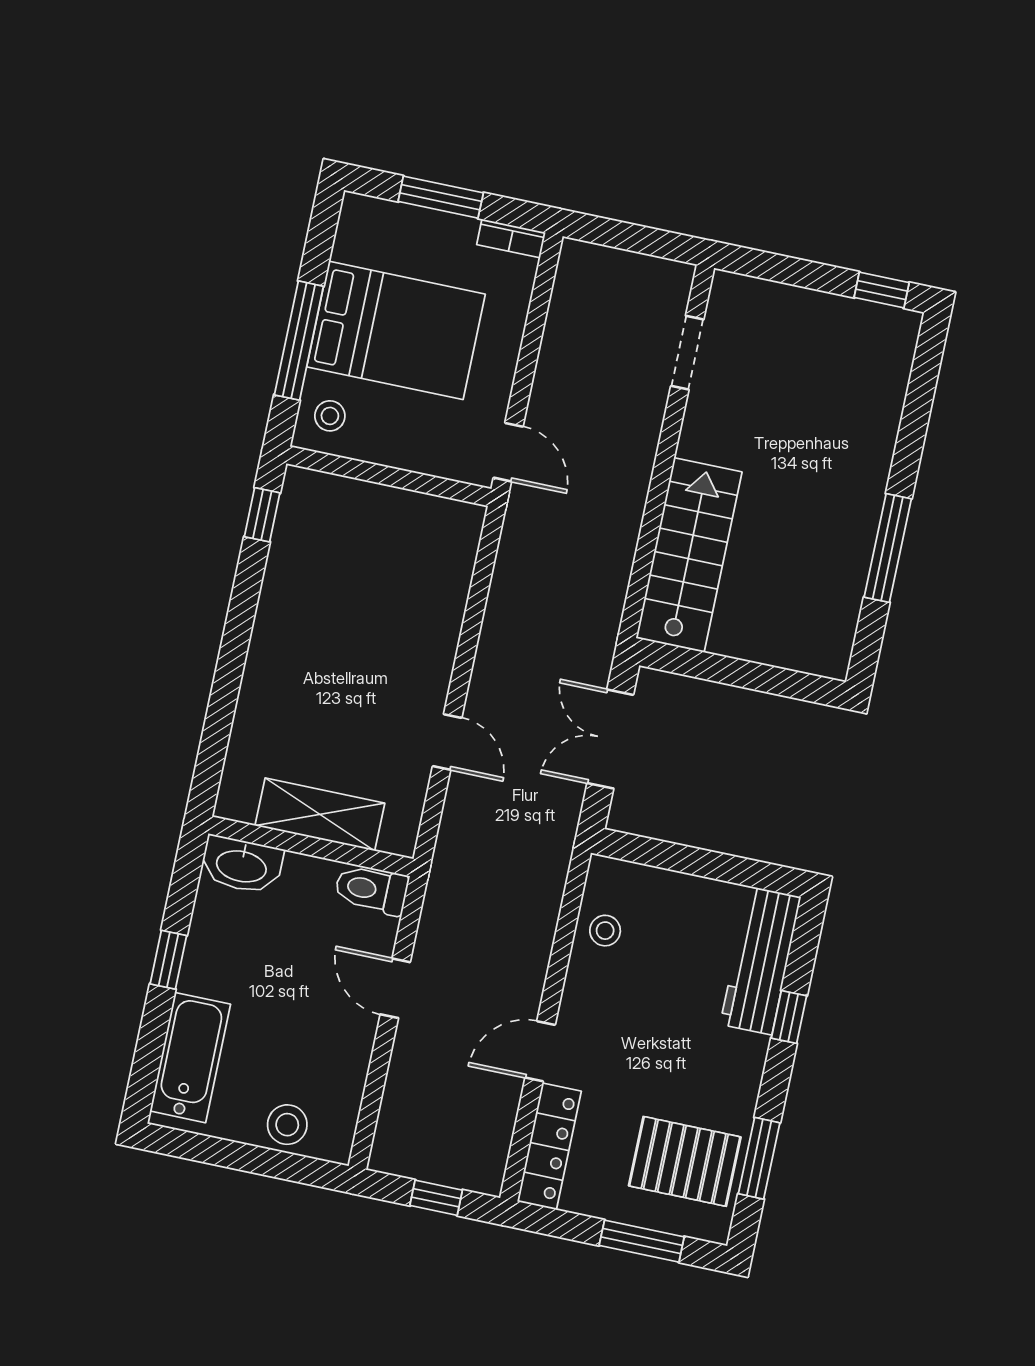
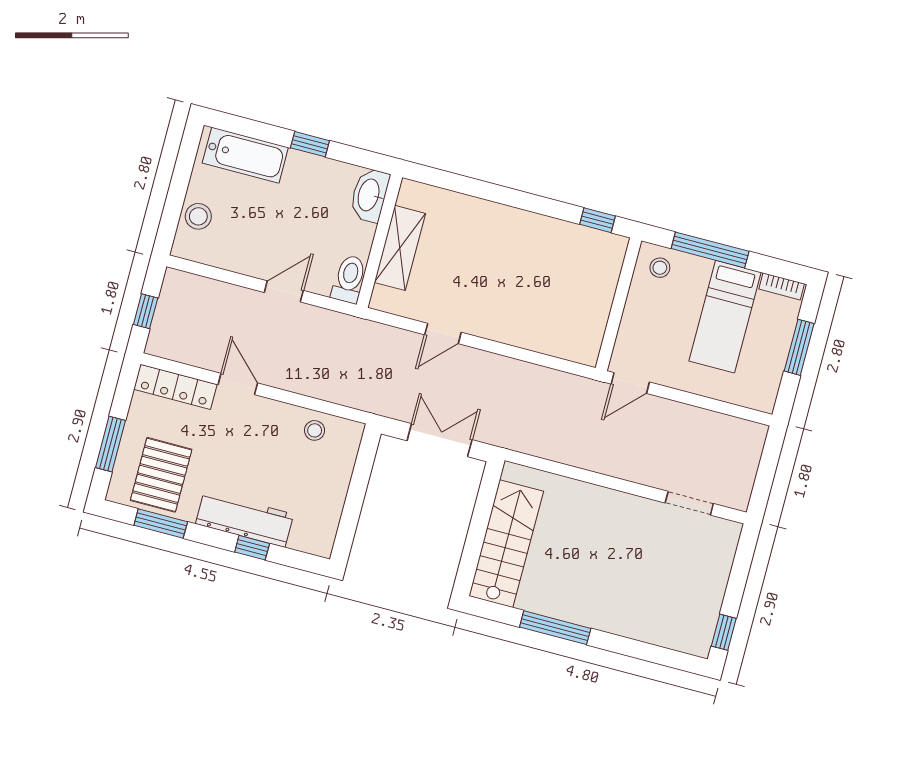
bookcase: (511, 238) -> (782, 286), moved, turned -90
bed: (396, 330) -> (725, 317), width x0.67
stairs: (689, 555) -> (506, 544), moved, turned -90
workbench: (760, 961) -> (245, 519), moved

